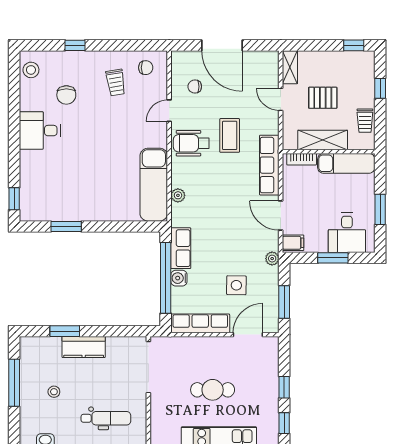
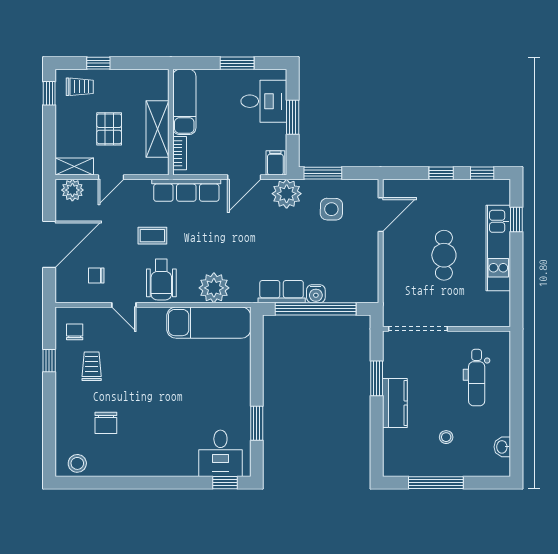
window: (75, 45) -> (49, 361), moved
plant: (269, 66) -> (72, 190), added
trolley: (116, 82) -> (92, 366), turned -81
chair: (195, 87) -> (96, 276), turned 90
chair: (66, 95) -> (106, 423), turned 90
trolley: (365, 121) -> (80, 87), moved
desk: (40, 131) -> (220, 453), moved
coffee table: (230, 135) -> (152, 236), width x0.73, depth x0.77
plant: (178, 195) -> (214, 288), width x1.87, depth x1.87
plant: (272, 259) -> (287, 194), width x1.88, depth x1.88
side table: (236, 285) -> (331, 209), moved
window: (284, 302) -> (323, 173), moved
row of seats: (200, 323) -> (368, 269), removed
window: (65, 331) -> (377, 378), moved
door: (248, 335) -> (381, 215), swing flipped
dental chair: (106, 418) -> (477, 378), turned 180

